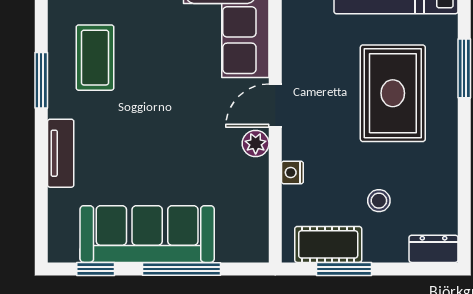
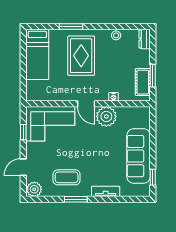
rug: (393, 93) -> (81, 56), turned 90
plant: (256, 143) -> (106, 116), width x1.87, depth x1.87
stool: (379, 201) -> (116, 35), moved
window: (181, 269) -> (153, 142), removed

